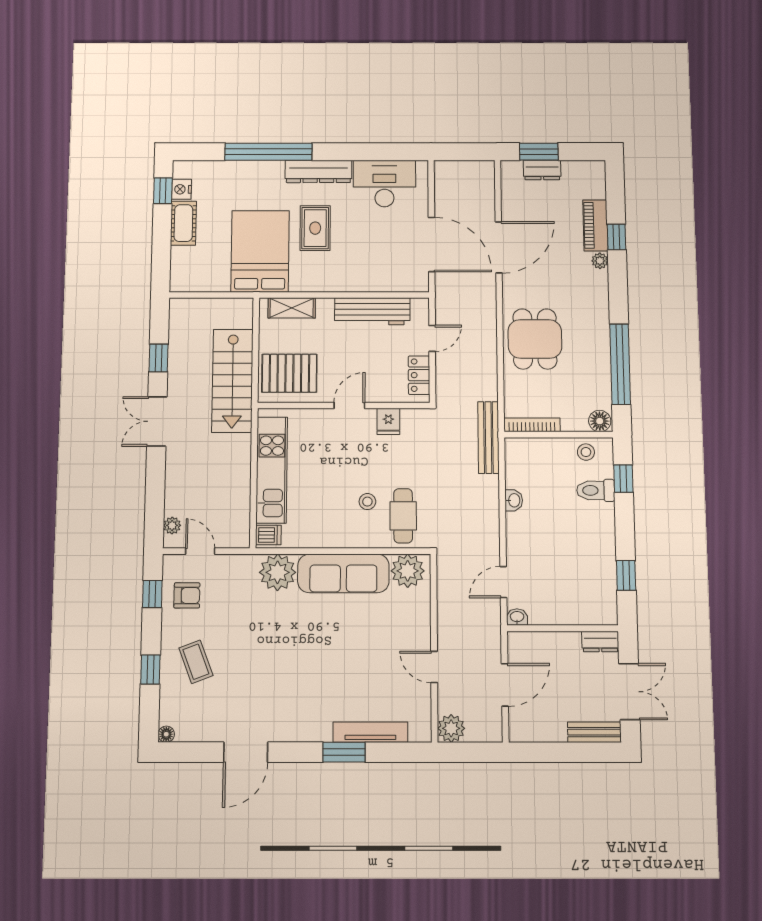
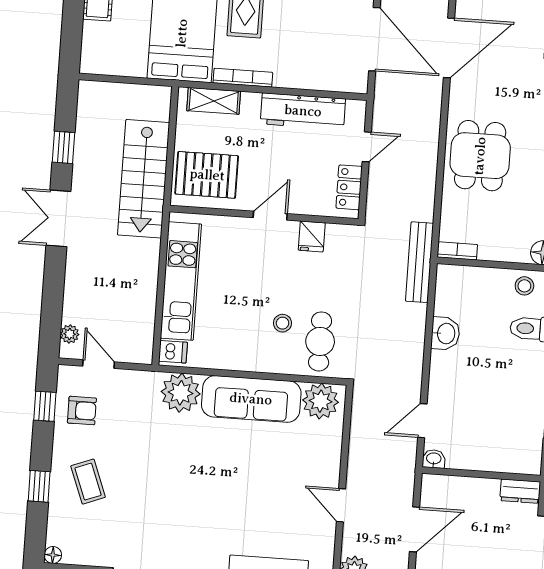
bookcase: (316, 286) -> (243, 78), added
bookcase: (532, 425) -> (457, 251), width x0.64
washbasin: (514, 500) -> (445, 333), width x1.38, depth x1.45

